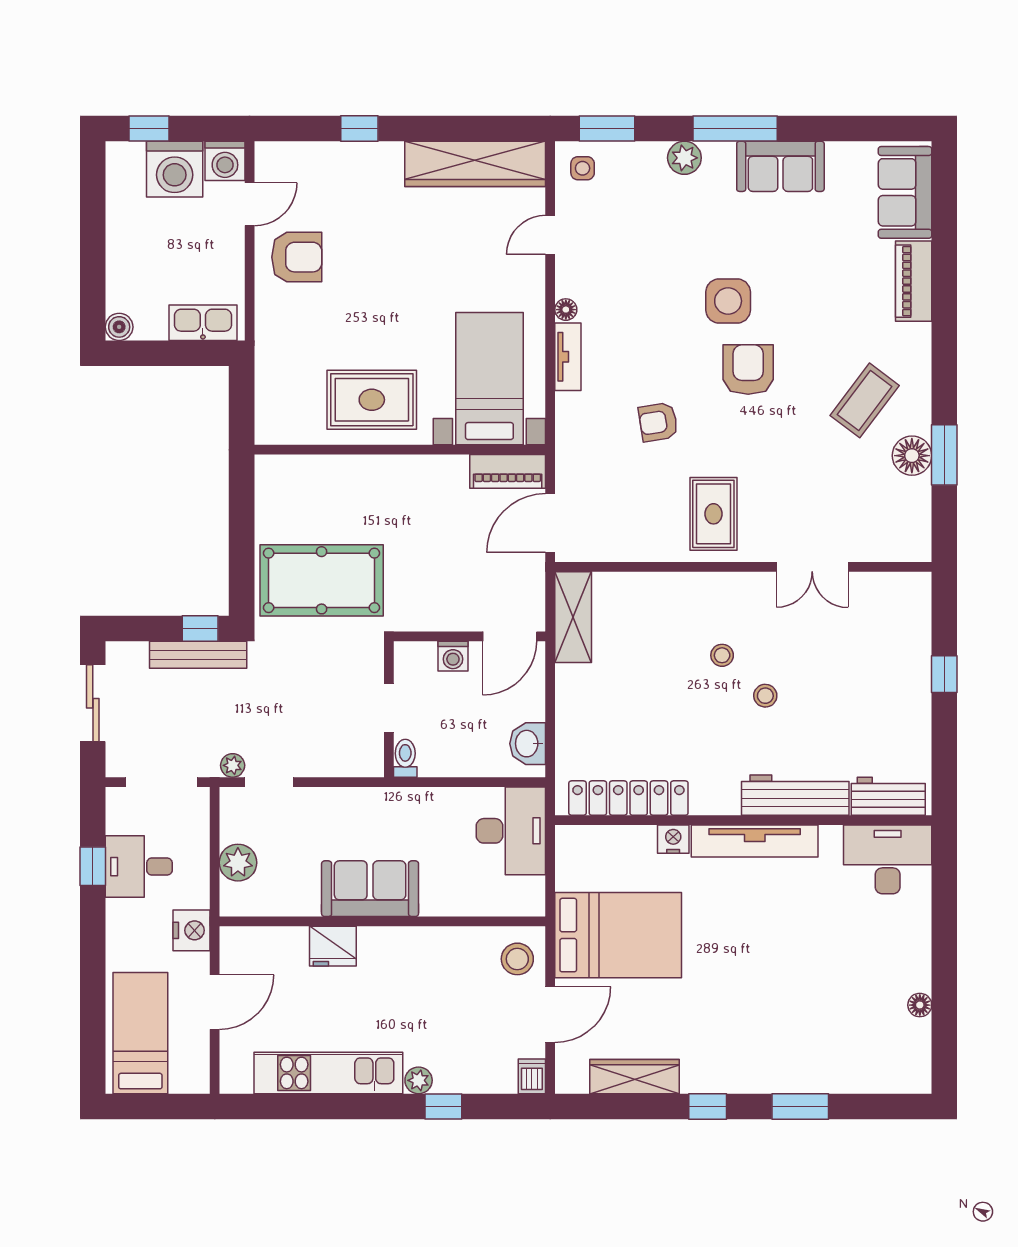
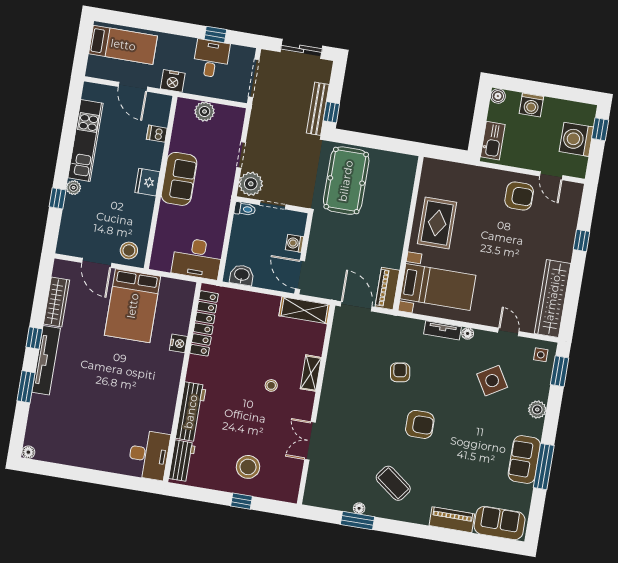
window: (735, 128) -> (544, 467), moved
washing machine: (225, 161) -> (531, 105), moved, turned -90
armchair: (297, 257) -> (519, 196), turned -90
side table: (728, 301) -> (492, 381), moved, turned -31
floor lamp: (912, 456) -> (359, 508), width x0.53, depth x0.53
rug: (713, 514) -> (347, 393), removed
shelving: (687, 586) -> (311, 373), added
stool: (765, 696) -> (248, 467), moved, width x1.89, depth x1.89
plant: (233, 765) -> (251, 184), moved, width x1.88, depth x1.88
doorway: (269, 782) -> (241, 155), moved
tv unit: (755, 841) -> (46, 360), moved, turned 180
fridge: (333, 946) -> (147, 182), moved
floor lamp: (920, 1005) -> (28, 452), moved
dishwasher: (532, 1076) -> (157, 134), moved, turned 180

